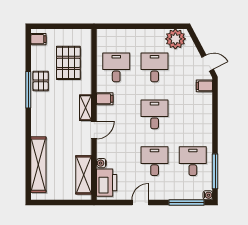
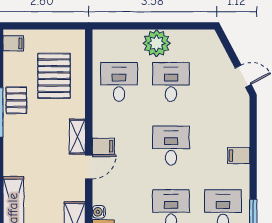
plant: (175, 39) -> (157, 43), moved
filing cabinet: (204, 86) -> (239, 156), moved
filing cabinet: (105, 99) -> (103, 146), moved

